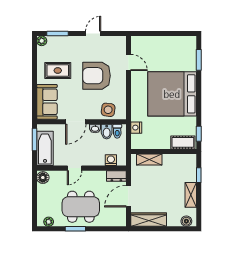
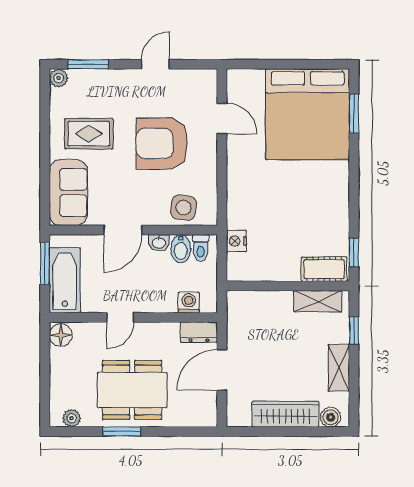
bed: (172, 94) -> (308, 114), moved, turned -90
shelving: (149, 160) -> (318, 301), moved
wardrobe: (149, 220) -> (286, 414), moved

